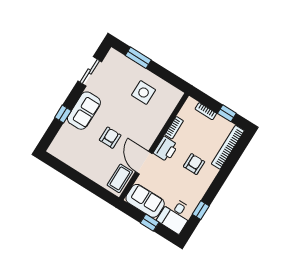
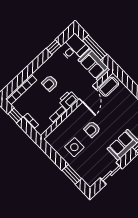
armchair: (110, 138) -> (92, 129), moved
window: (150, 223) -> (95, 47), width x2.17

